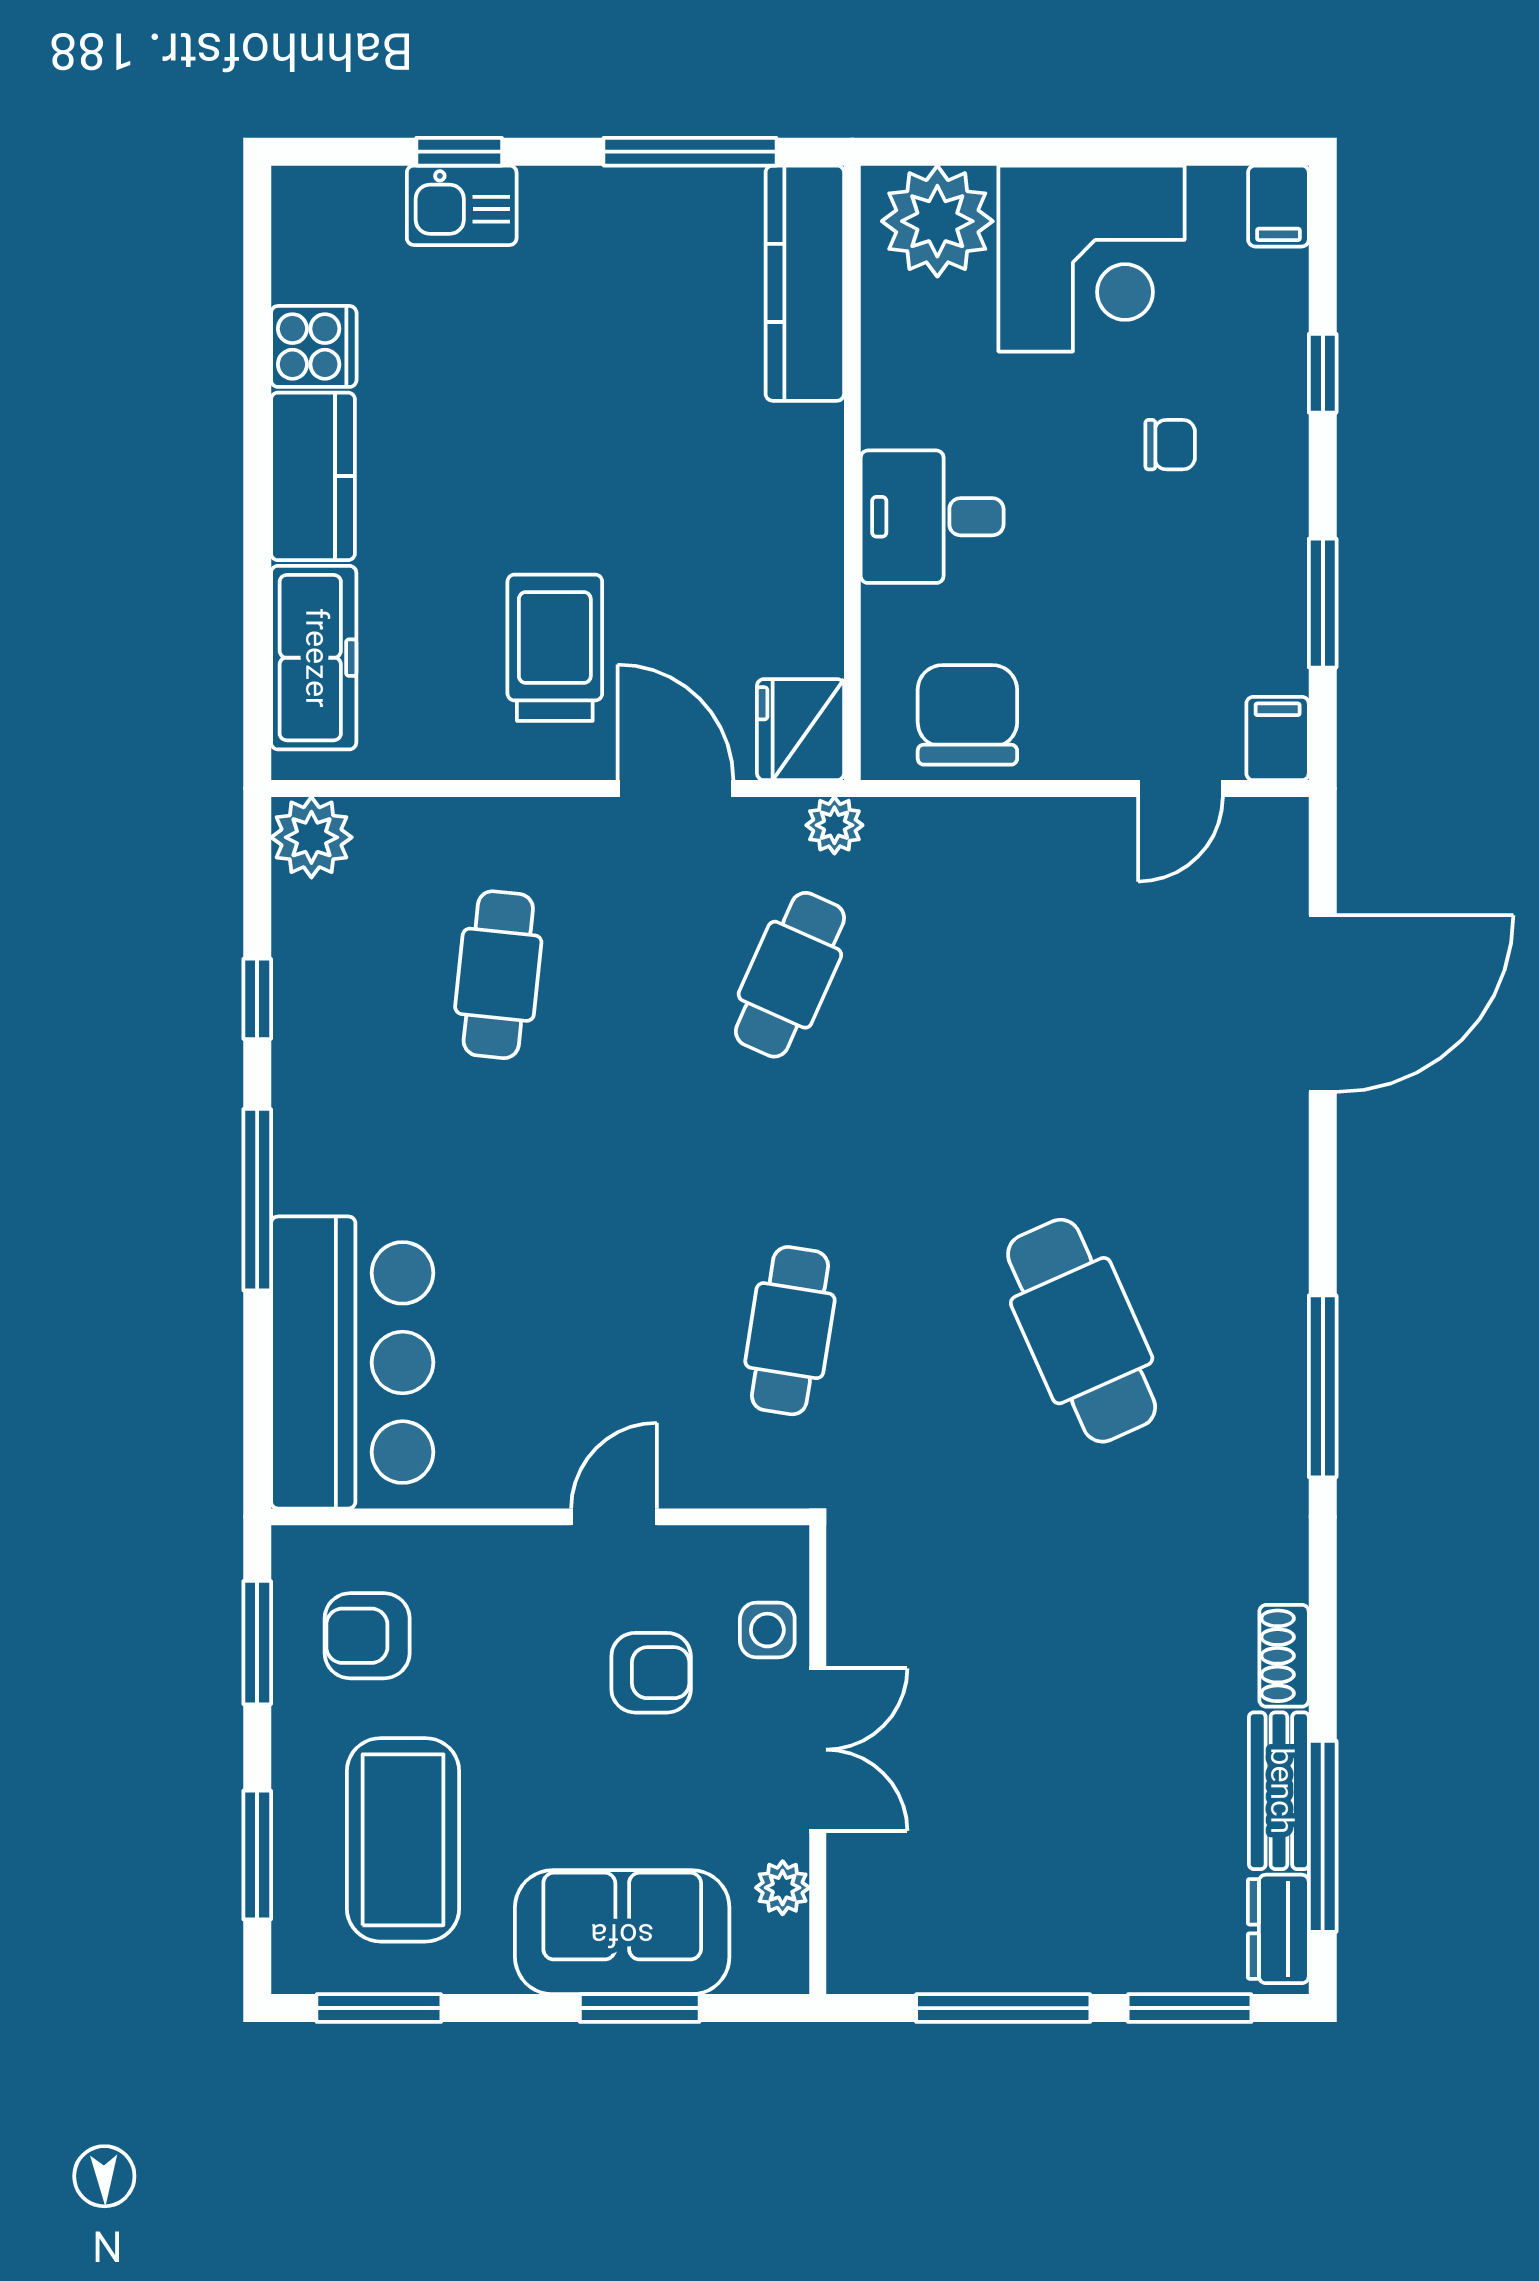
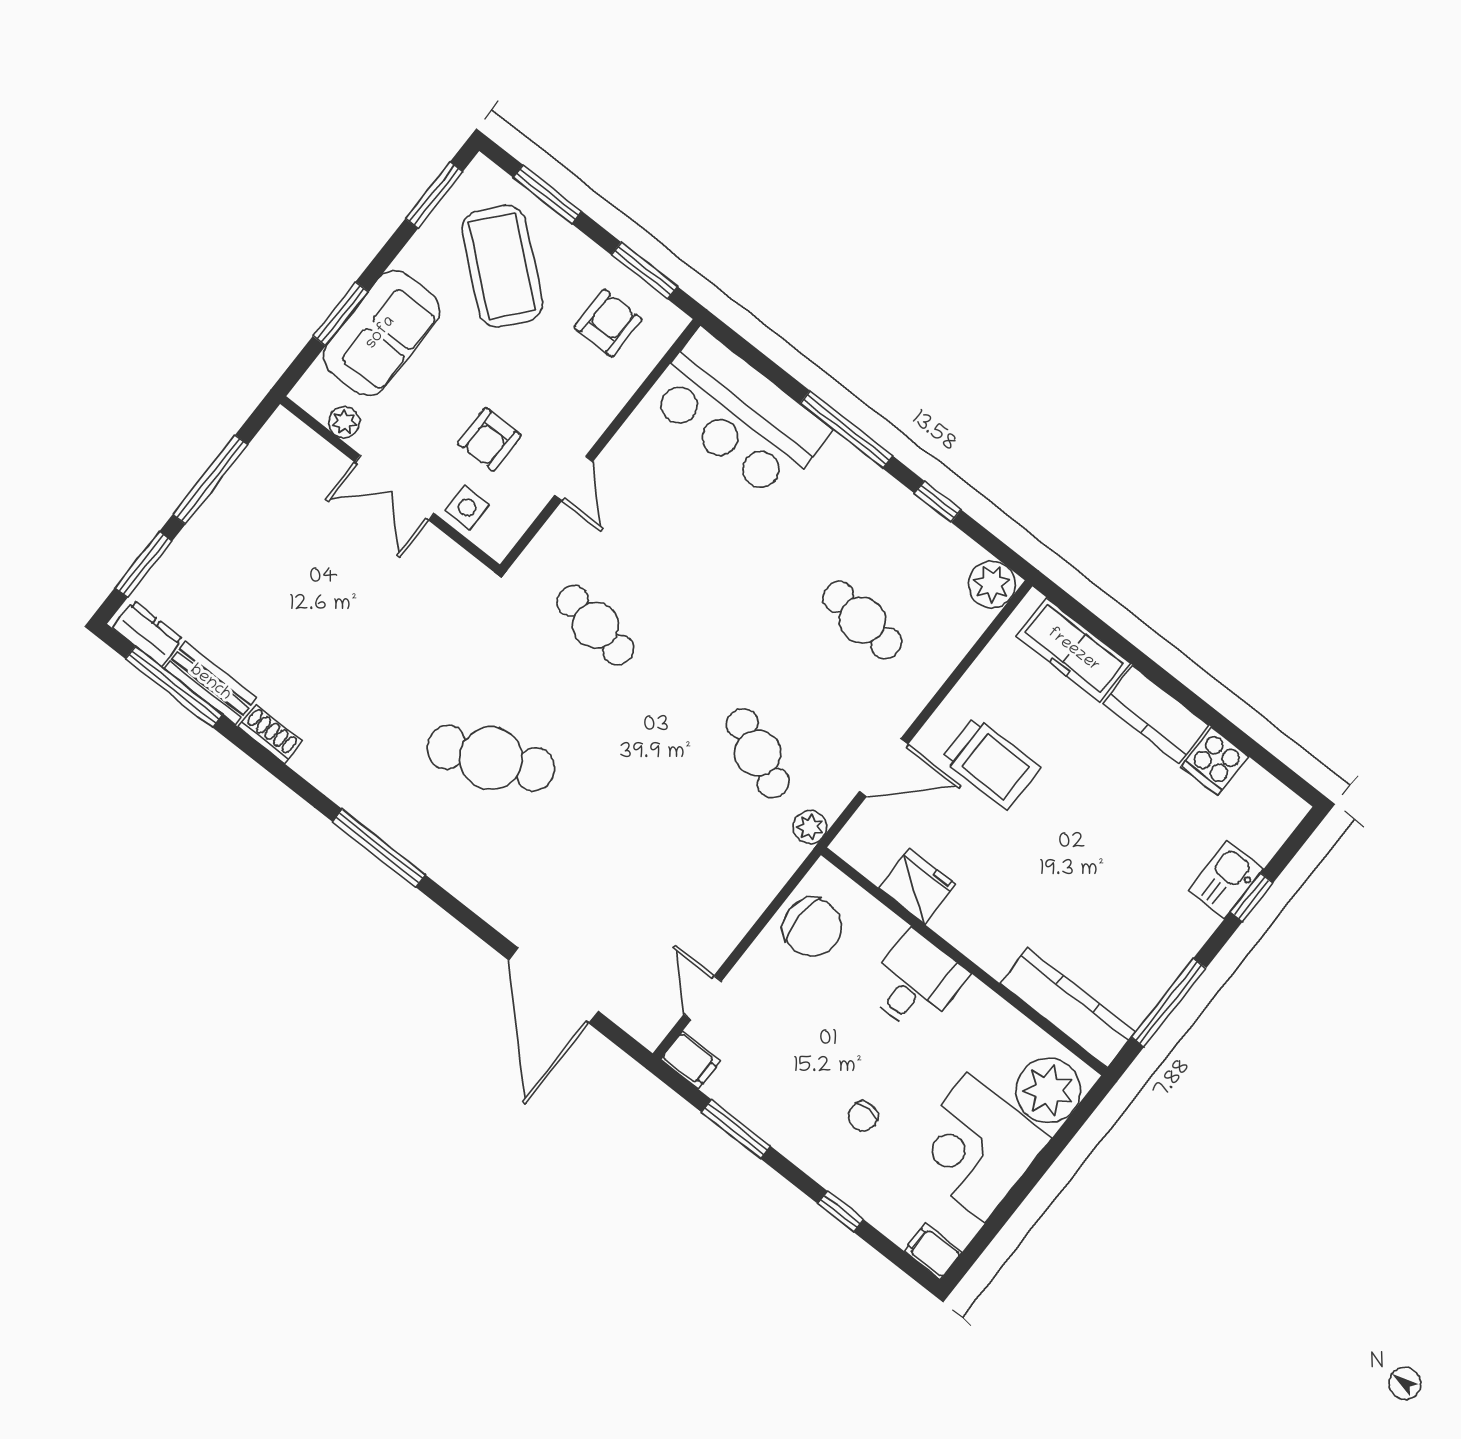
fridge: (801, 730) -> (917, 886), moved
coffee table: (403, 1840) -> (502, 266), turned 40

